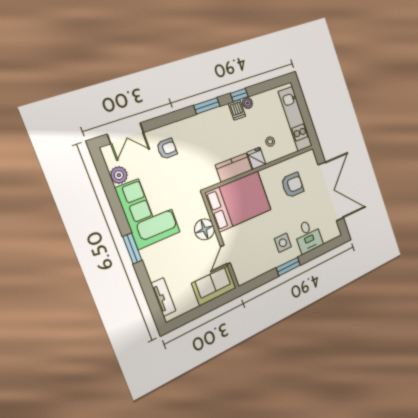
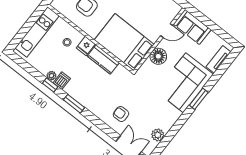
corner sofa: (148, 210) -> (185, 83), moved

